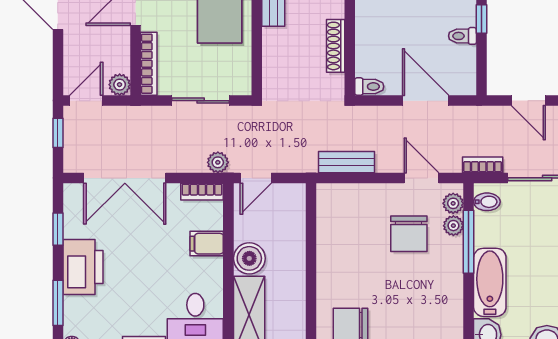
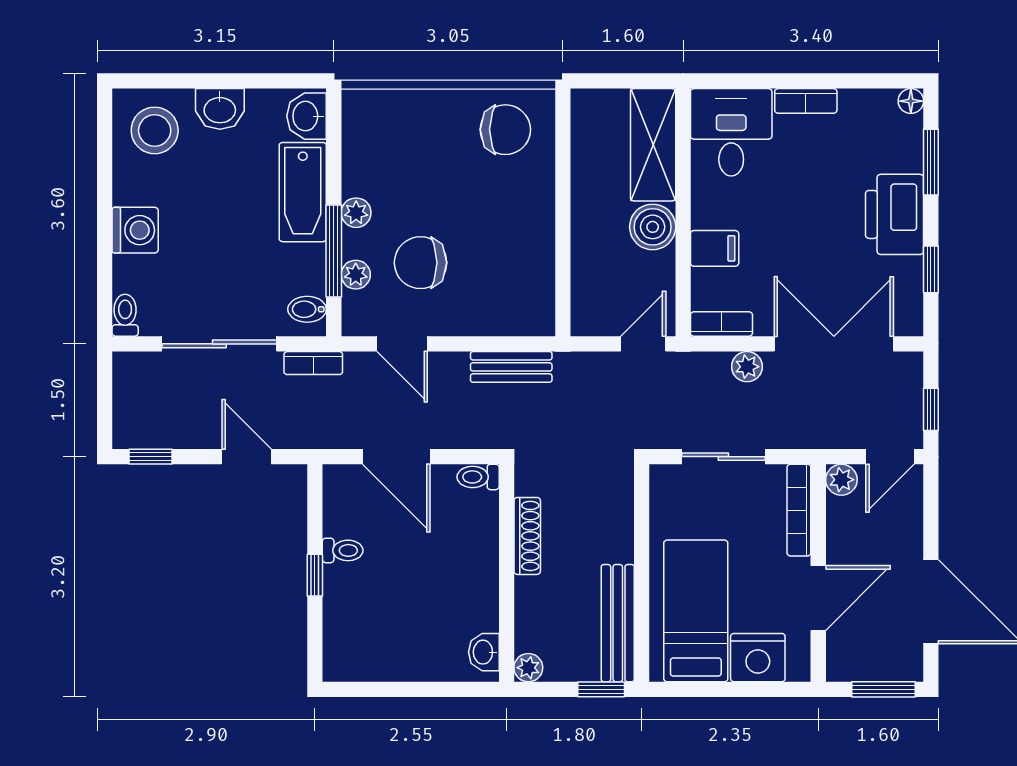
plant: (218, 162) -> (747, 367), moved
plant: (453, 203) -> (356, 213), moved
chair: (409, 234) -> (421, 263), turned -90

